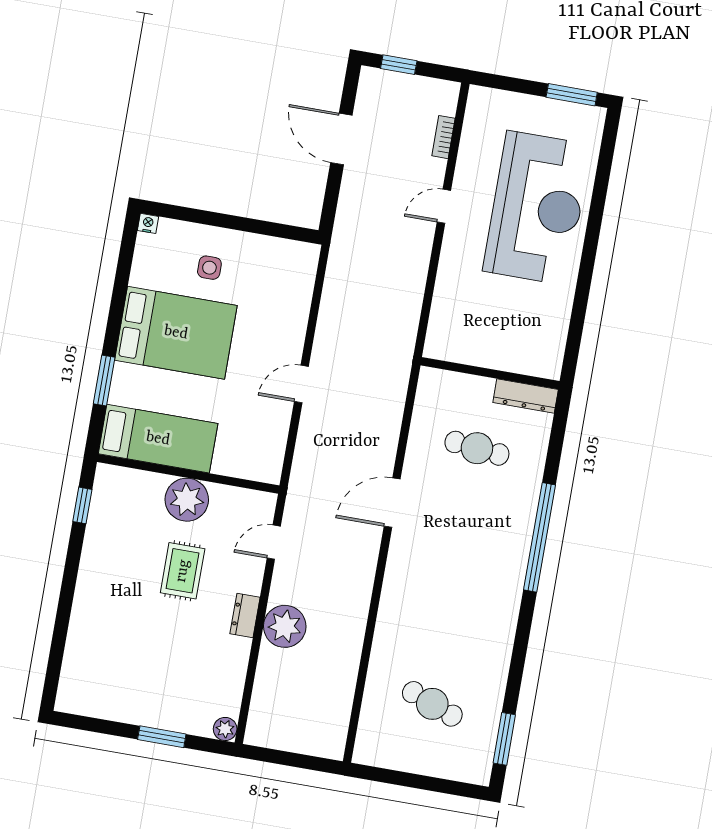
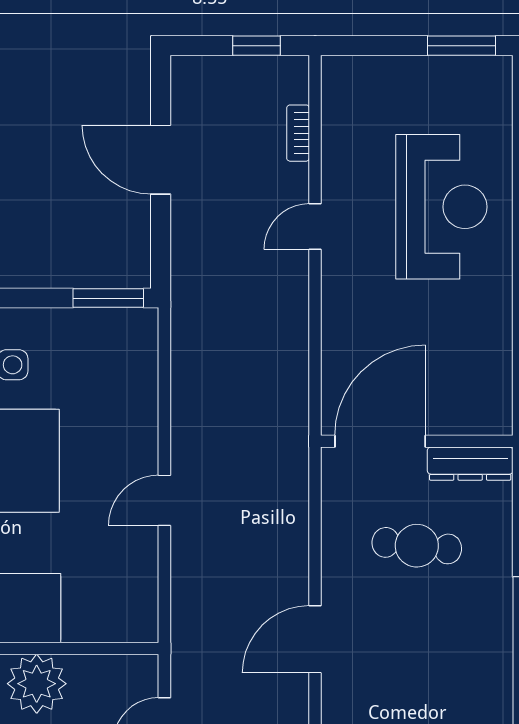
window: (399, 65) -> (257, 46), moved
reception desk: (537, 208) -> (441, 207), width x0.74, depth x0.77
window: (287, 232) -> (108, 298), added
door: (464, 369) -> (380, 441), added

